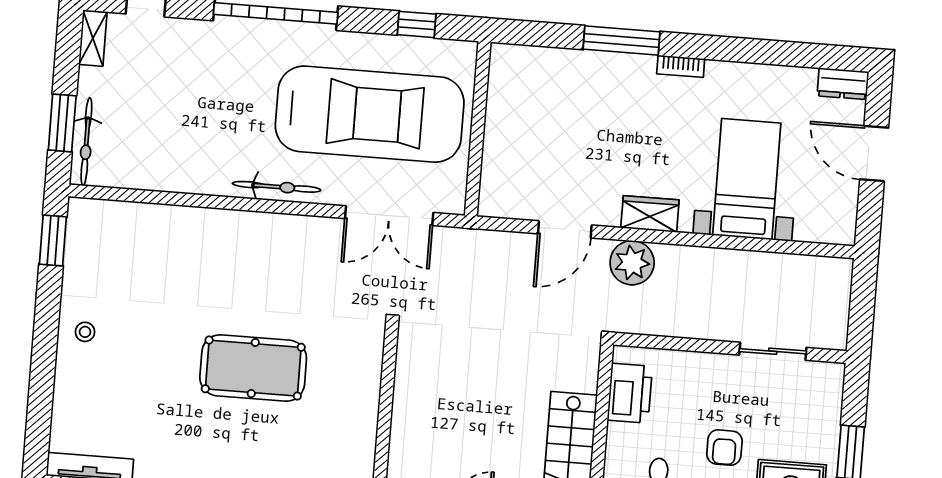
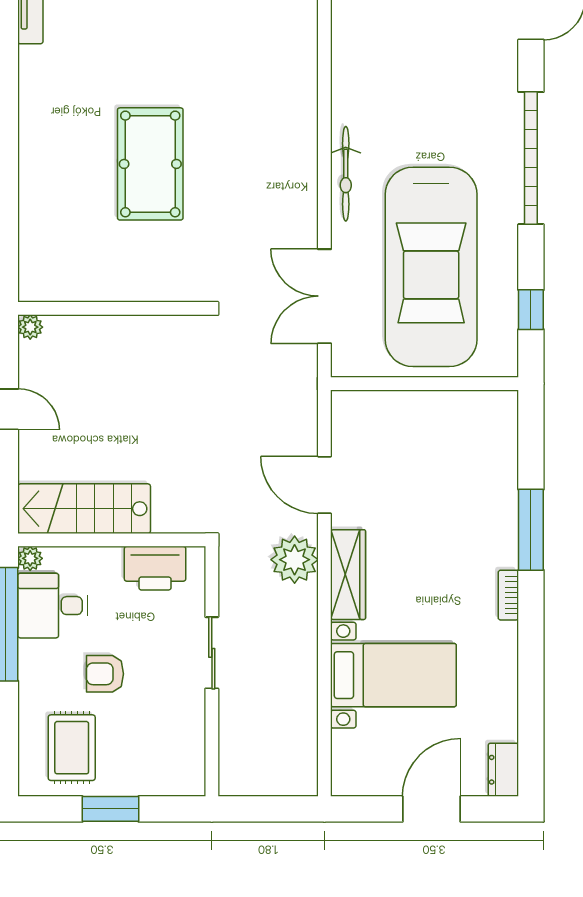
wardrobe: (650, 214) -> (348, 575), width x1.50
sliding door: (773, 351) -> (212, 653), moved

